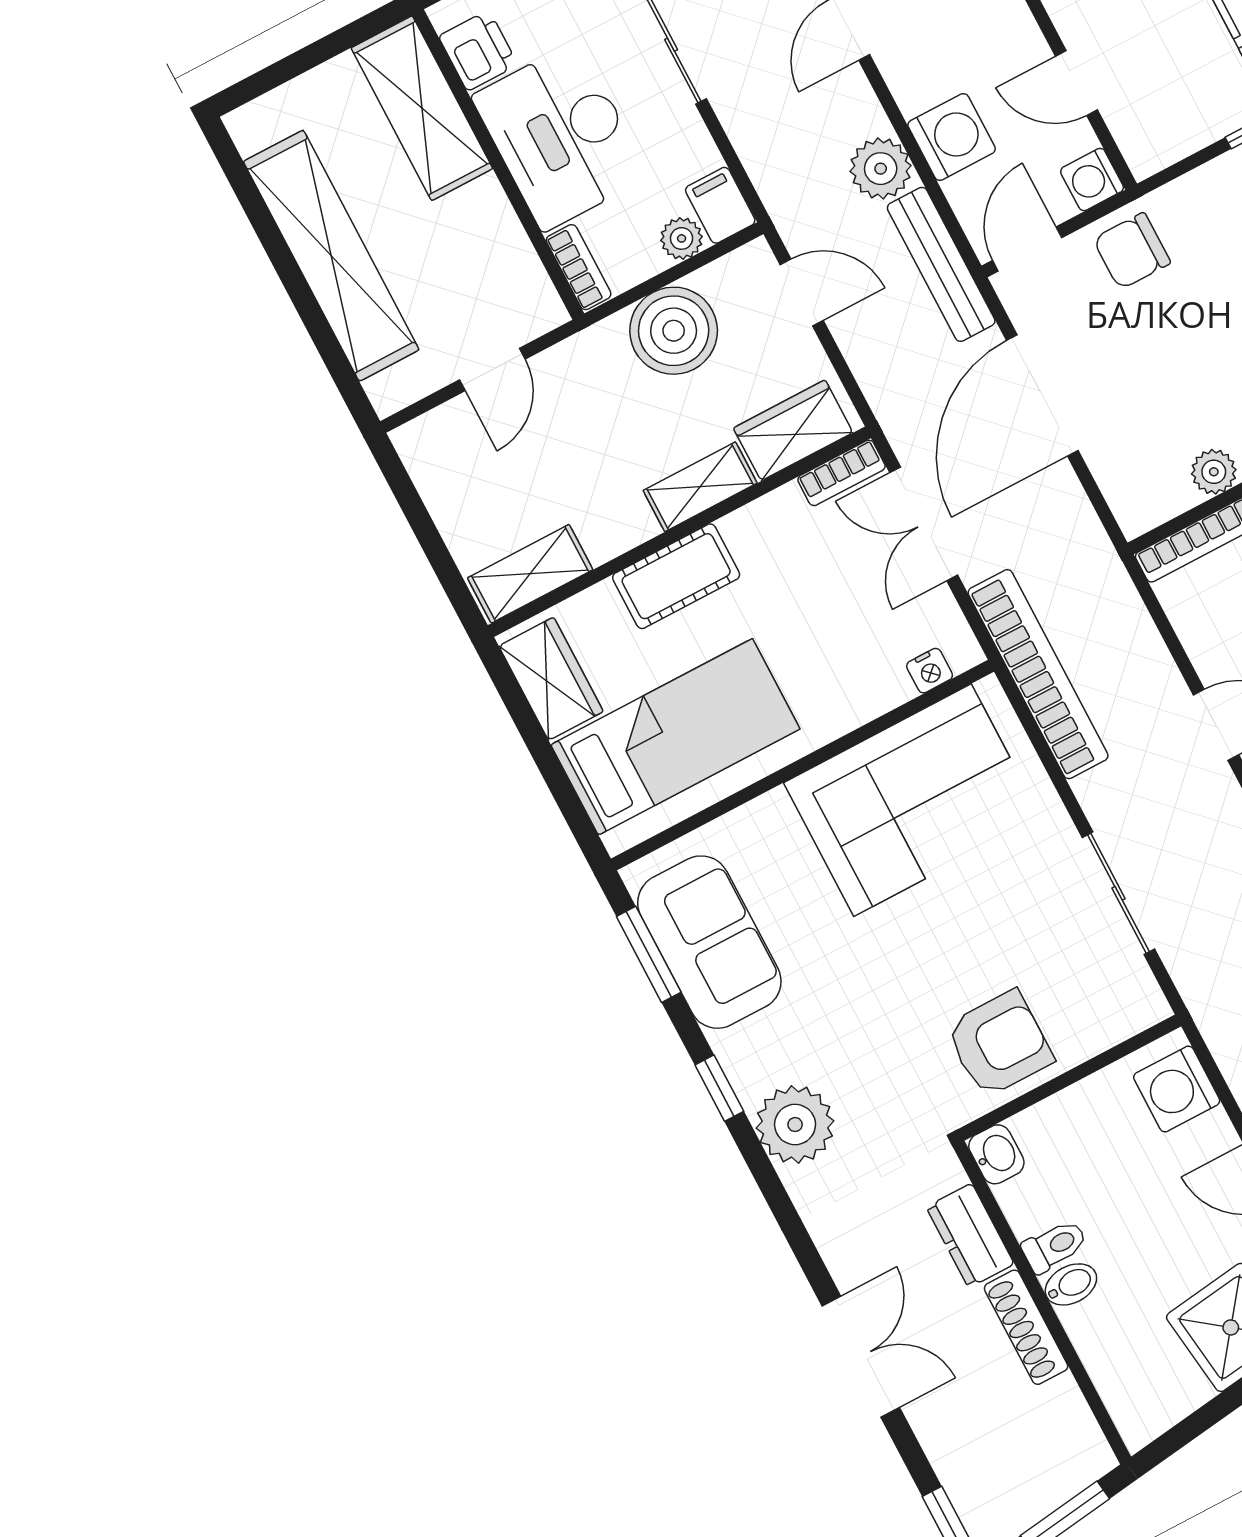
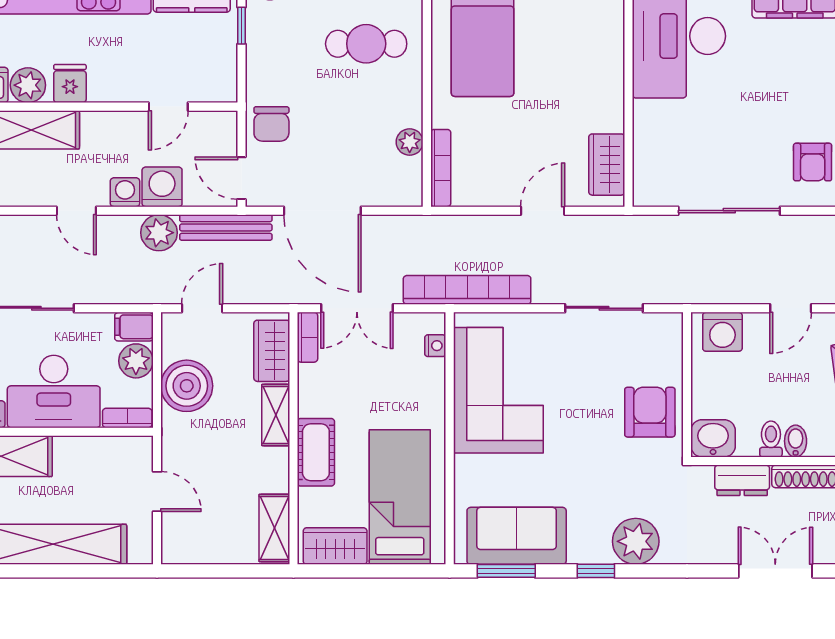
washing machine: (1092, 180) -> (125, 192), moved, turned 180
plant: (682, 238) -> (136, 361), width x1.38, depth x1.38
washbasin: (996, 1154) -> (713, 438), width x1.38, depth x1.45

